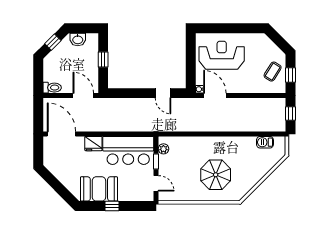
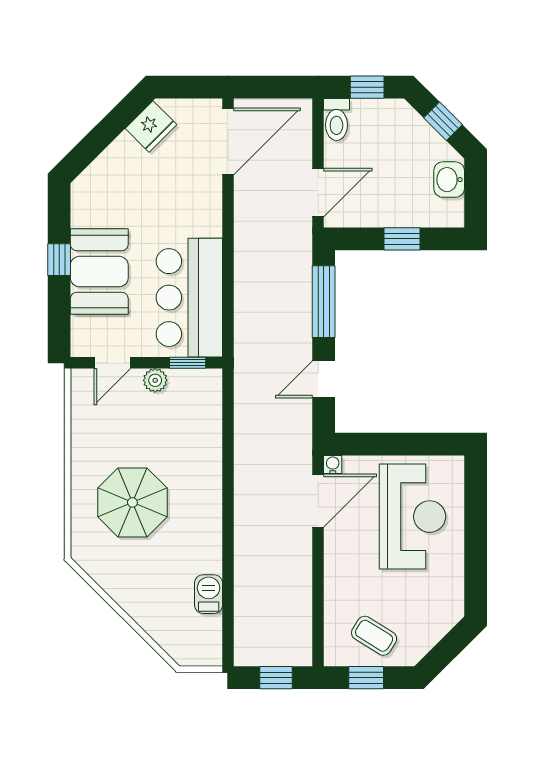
window: (38, 75) -> (367, 87), added
window: (130, 93) -> (324, 302), added
barbecue: (265, 142) -> (209, 594), moved
fridge: (93, 144) -> (151, 126), moved, turned -135
plant: (163, 149) -> (155, 380), moved
window: (156, 162) -> (188, 363), moved
booth: (99, 189) -> (99, 272), moved

